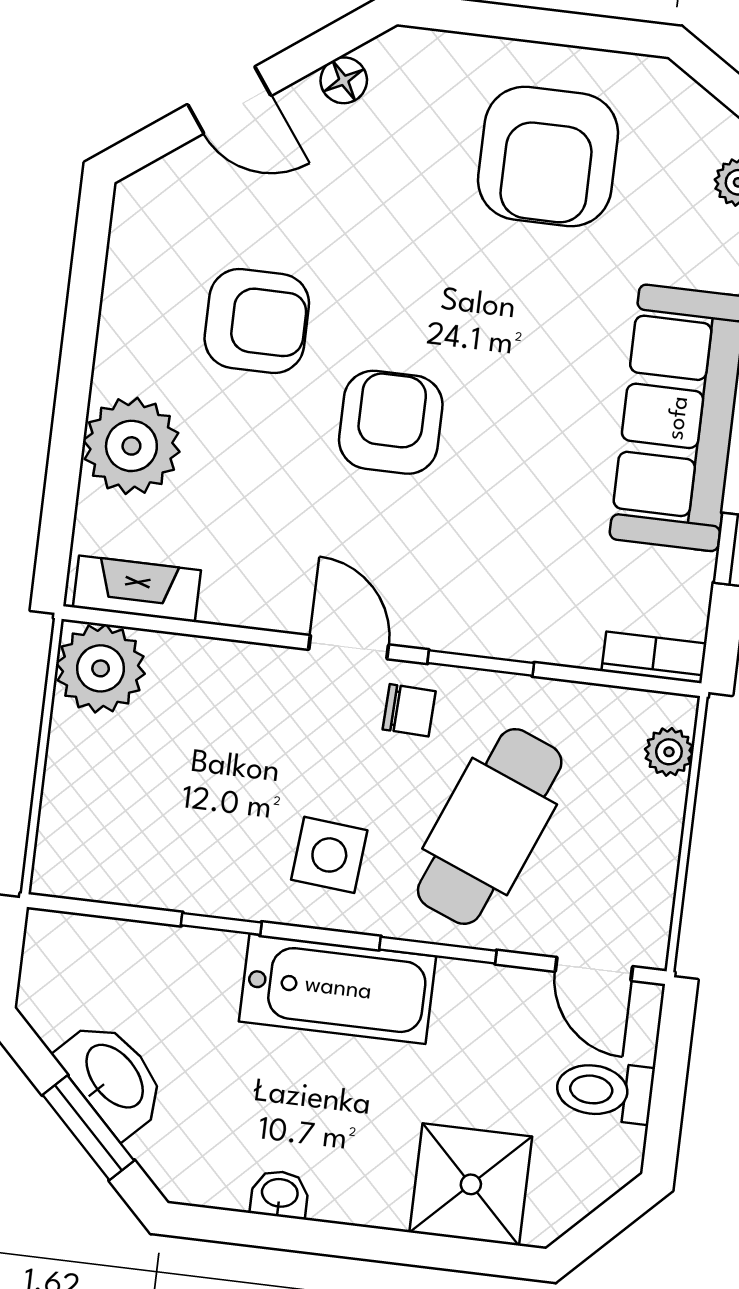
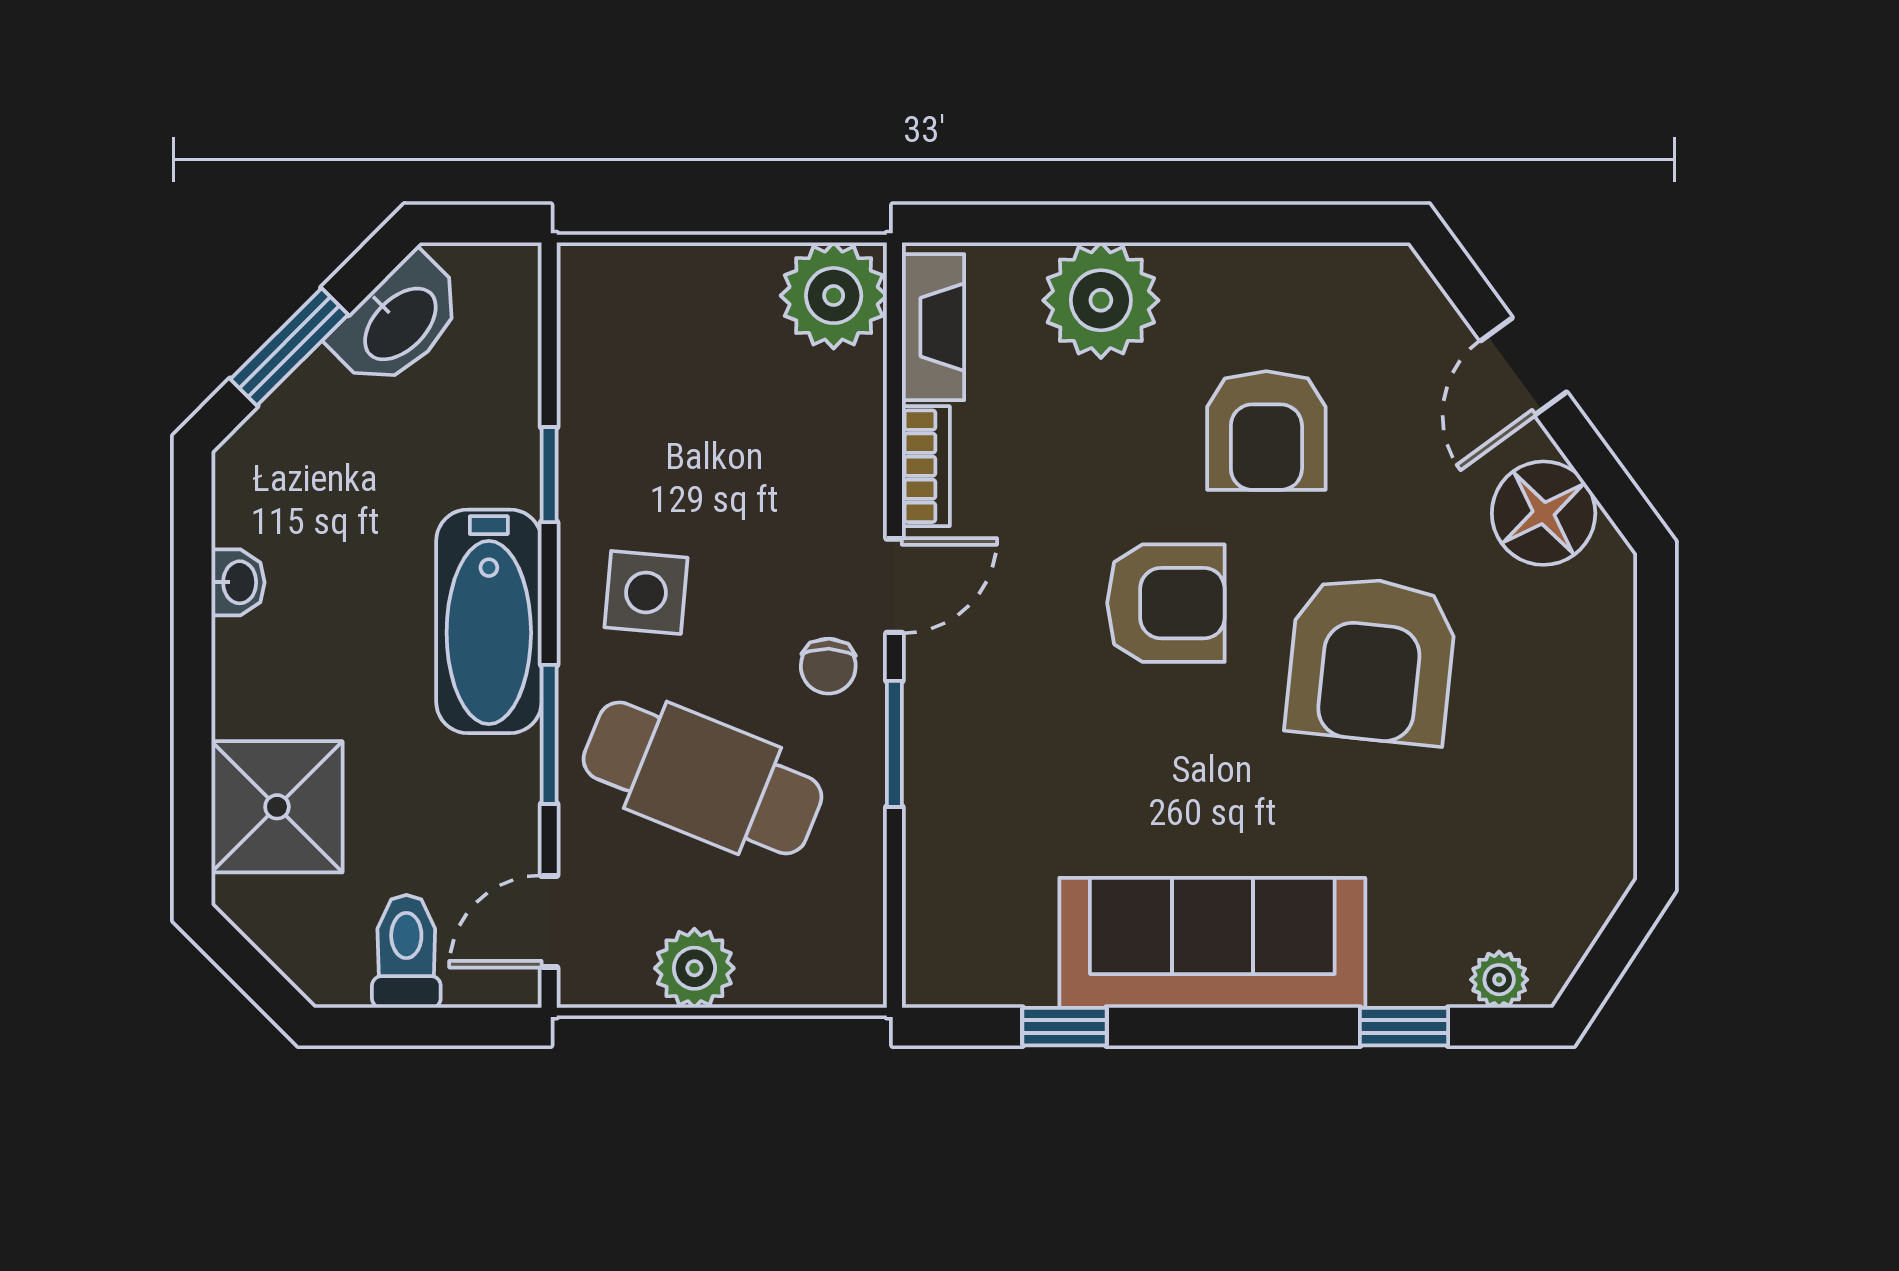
floor lamp: (344, 80) -> (1544, 513), width x1.89, depth x1.89
armchair: (548, 157) -> (1371, 660), moved, turned -84
bookcase: (654, 657) -> (926, 466), moved
plant: (669, 752) -> (694, 968), moved, width x1.38, depth x1.38
washbasin: (113, 1077) -> (399, 322), moved

